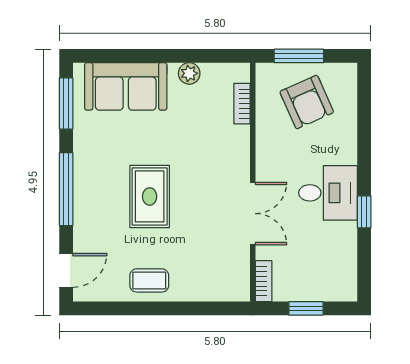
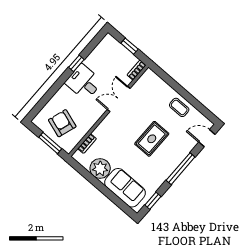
plant: (189, 73) -> (100, 169), width x1.88, depth x1.88
armchair: (307, 102) -> (62, 123), turned -48
window: (66, 103) -> (153, 201), width x0.67

